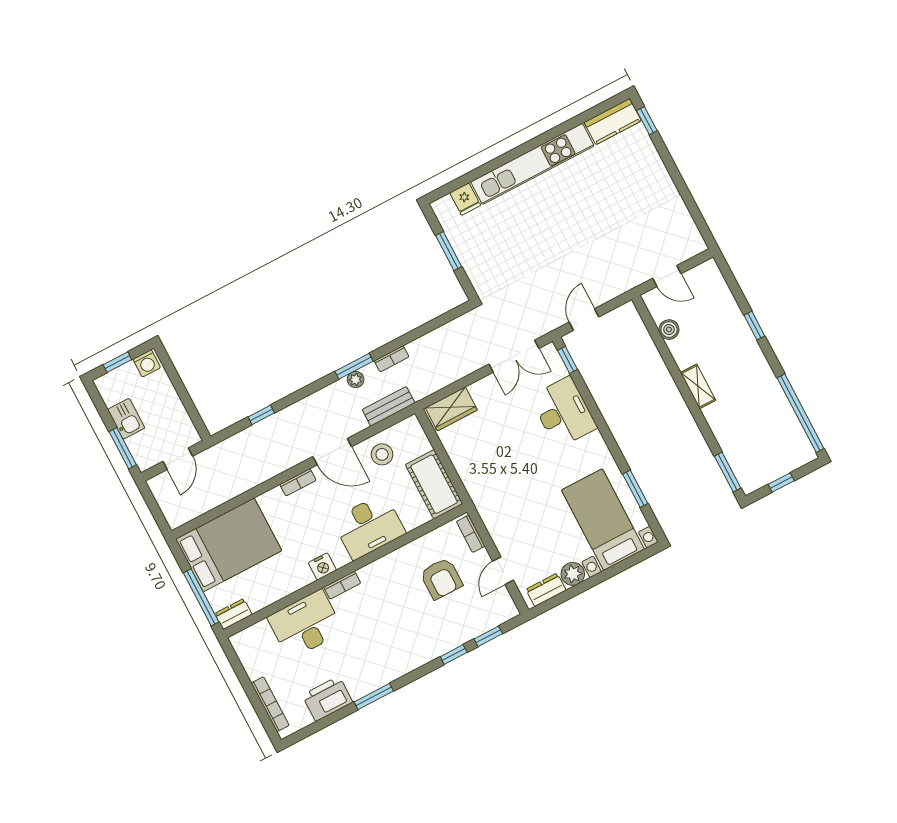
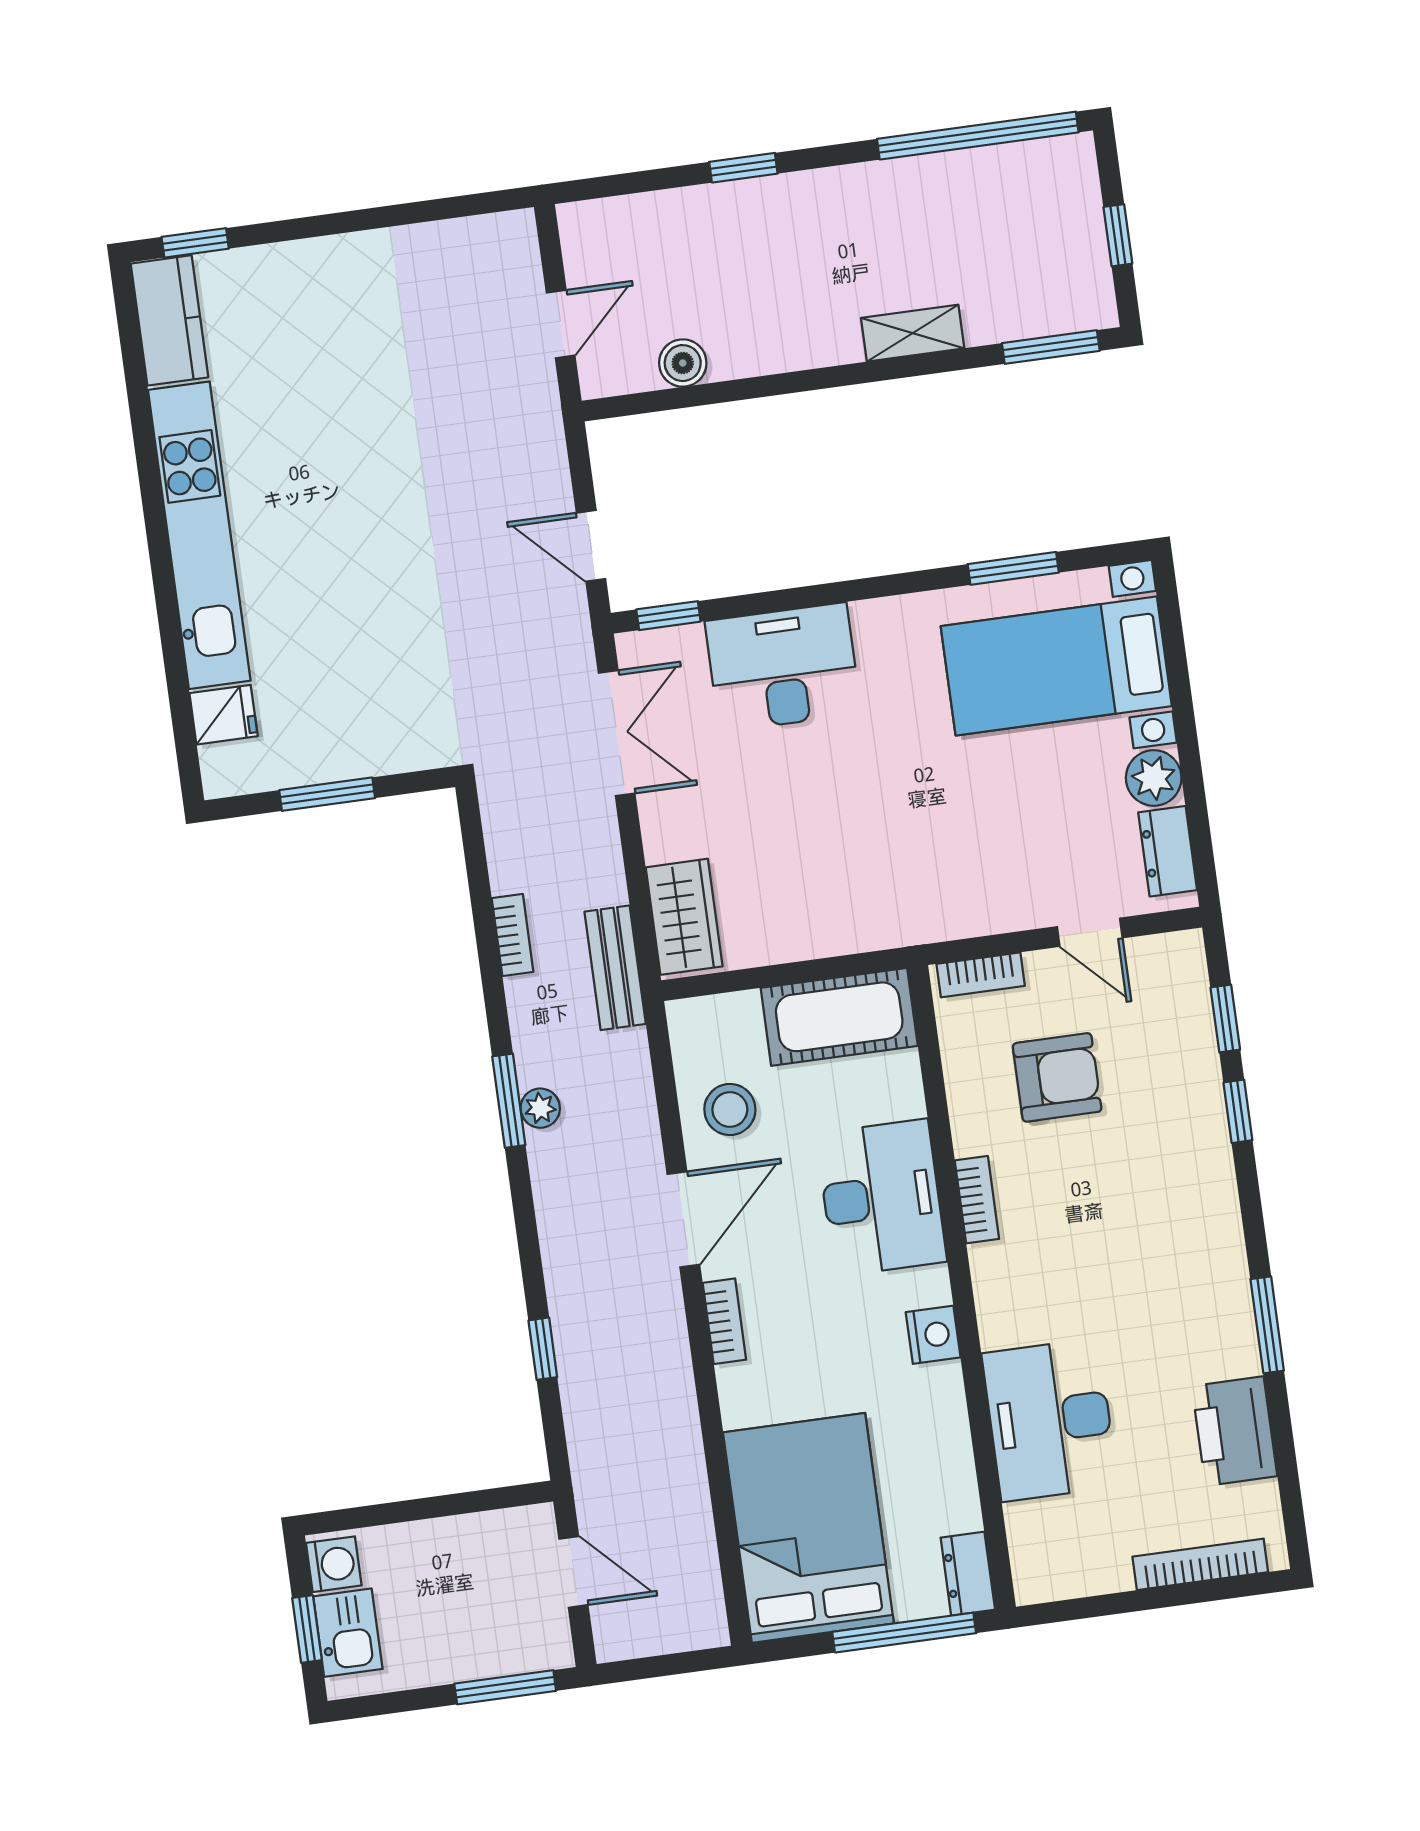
bookcase: (392, 359) -> (513, 935), moved
shelving: (698, 386) -> (913, 333), moved
bench: (389, 406) -> (615, 968), moved
kitchen sink: (126, 419) -> (348, 1633), moved, turned 90
bookcase: (342, 585) -> (977, 1200), moved

